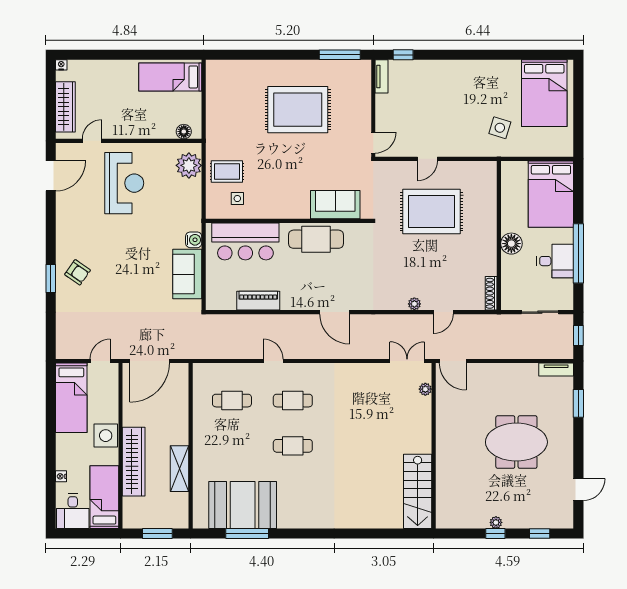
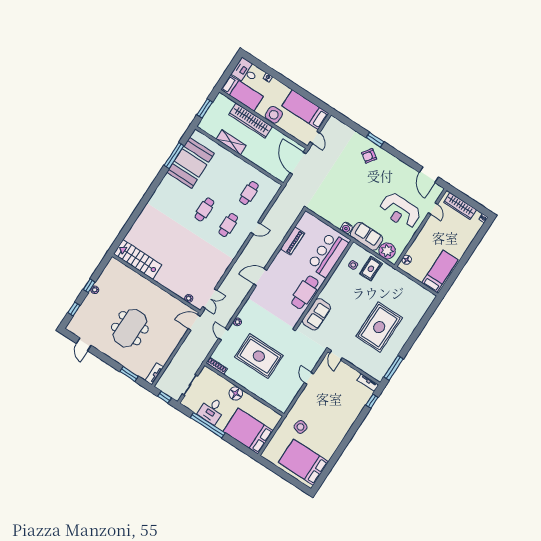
rug: (432, 212) -> (259, 356), moved, turned 90
sofa: (187, 274) -> (367, 236), moved

